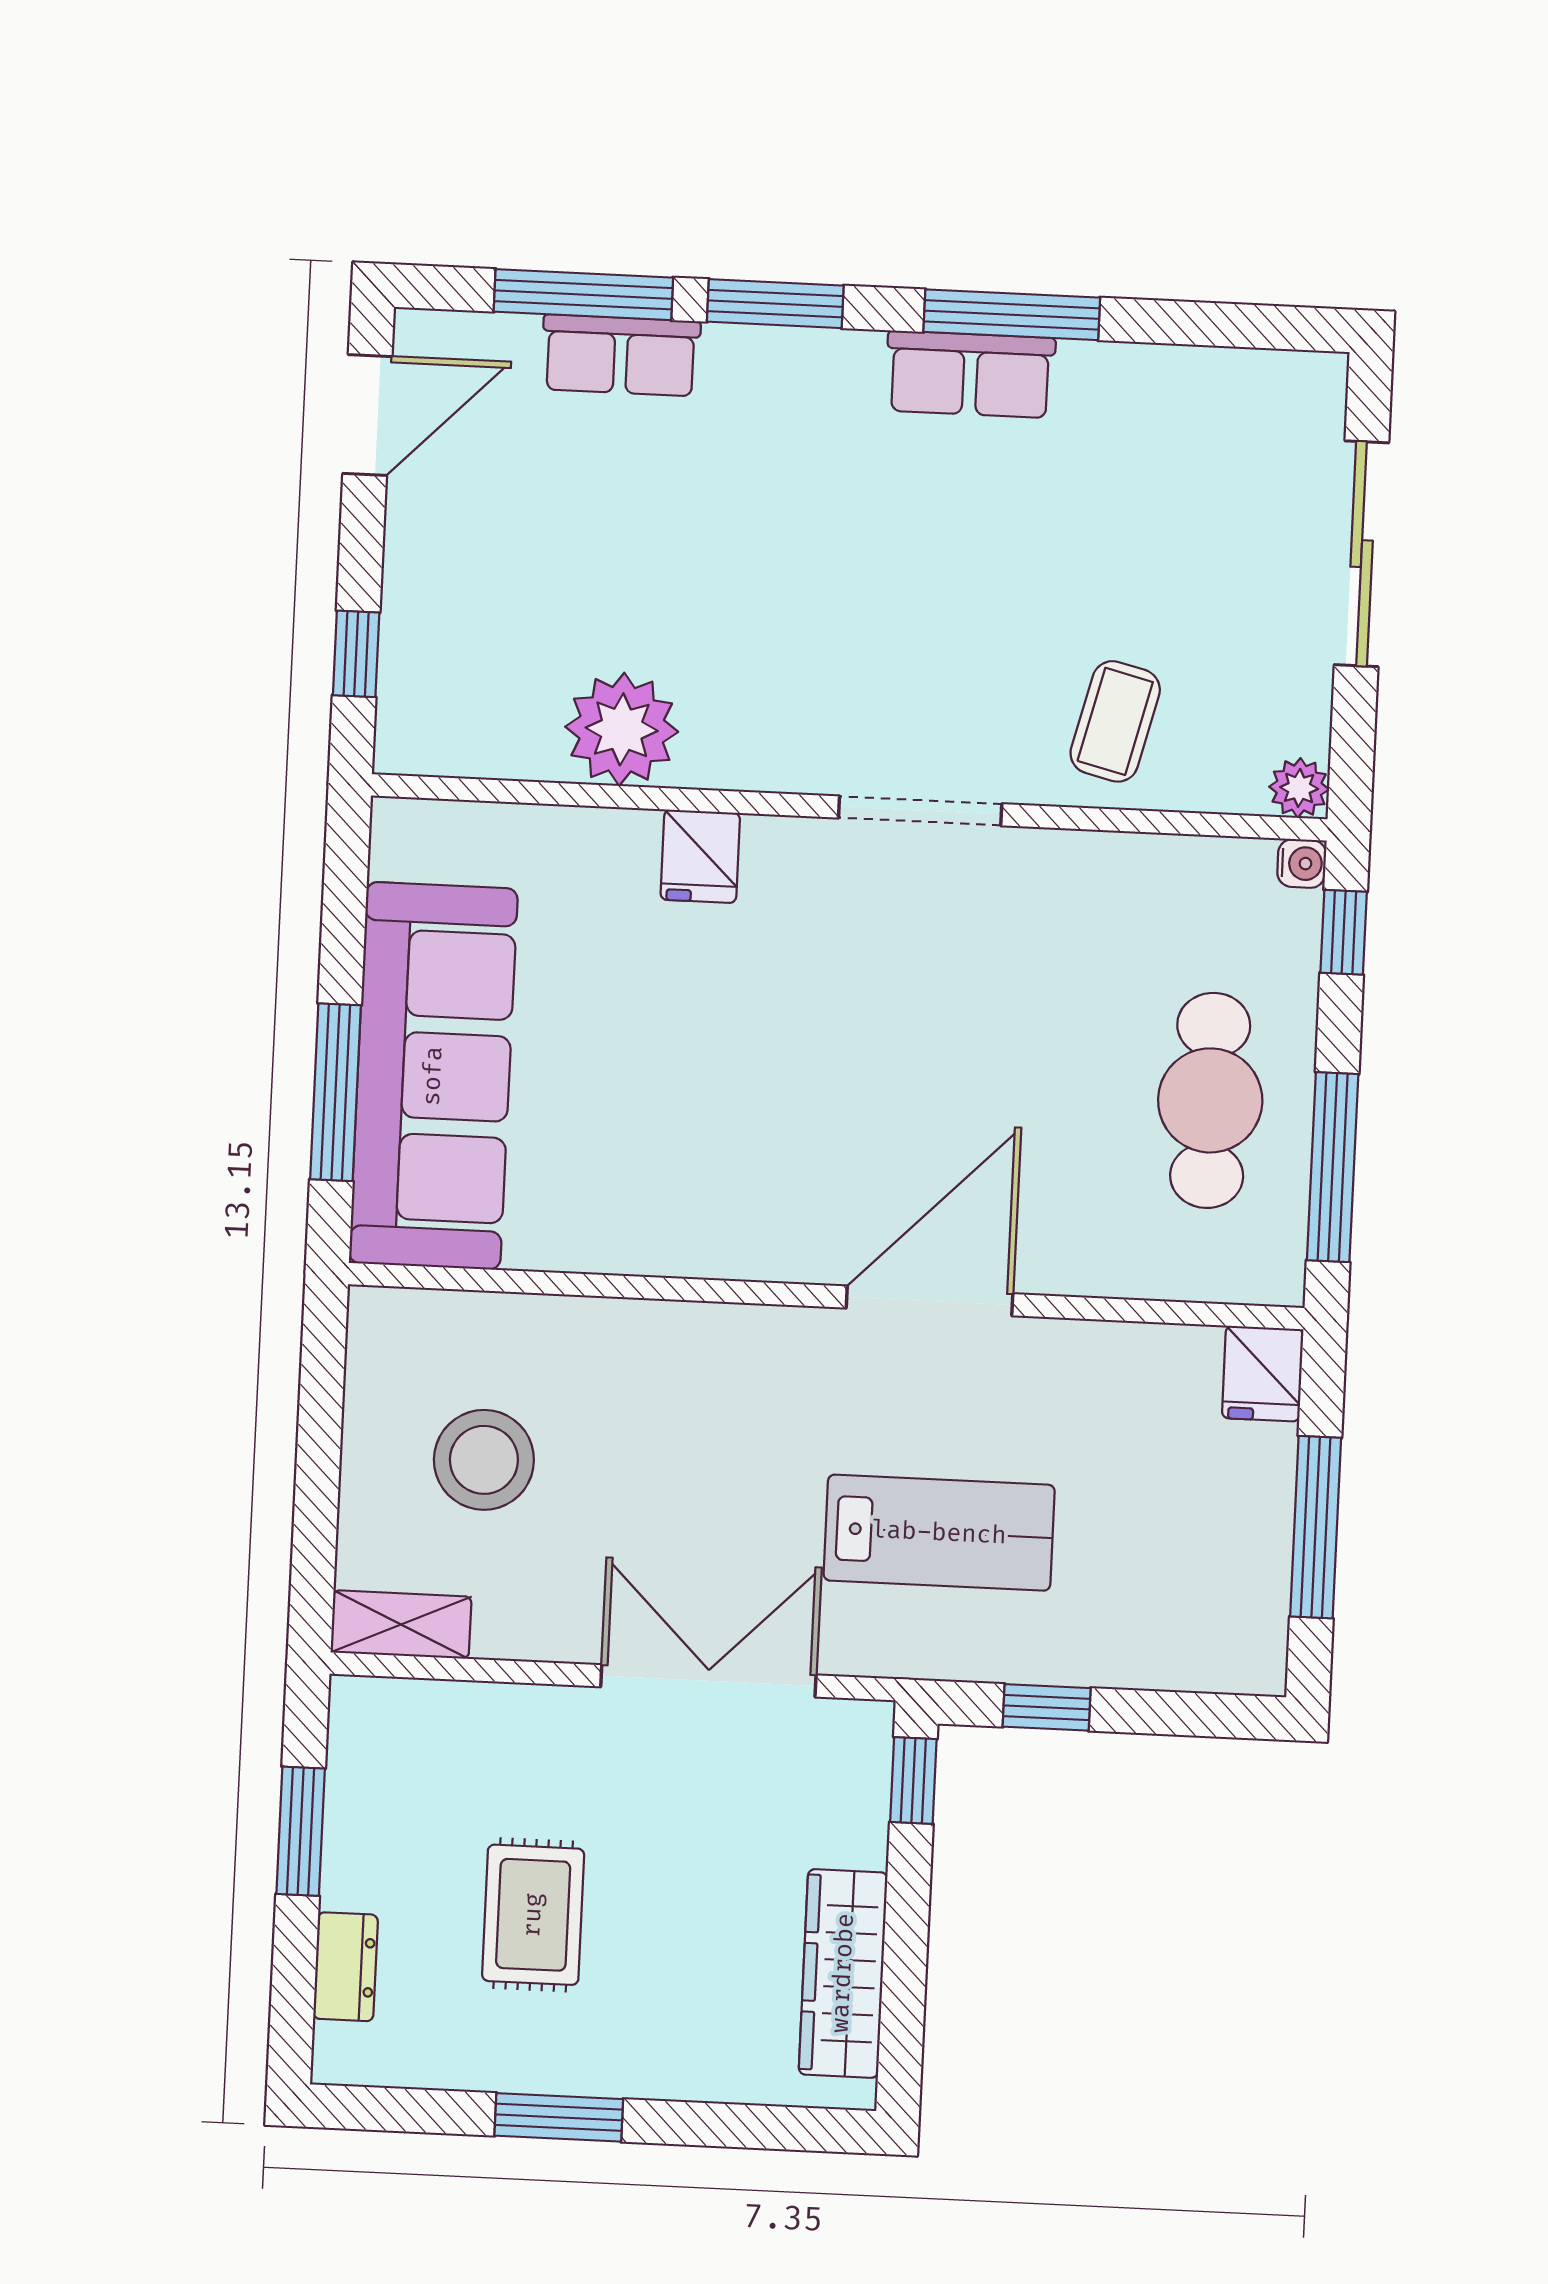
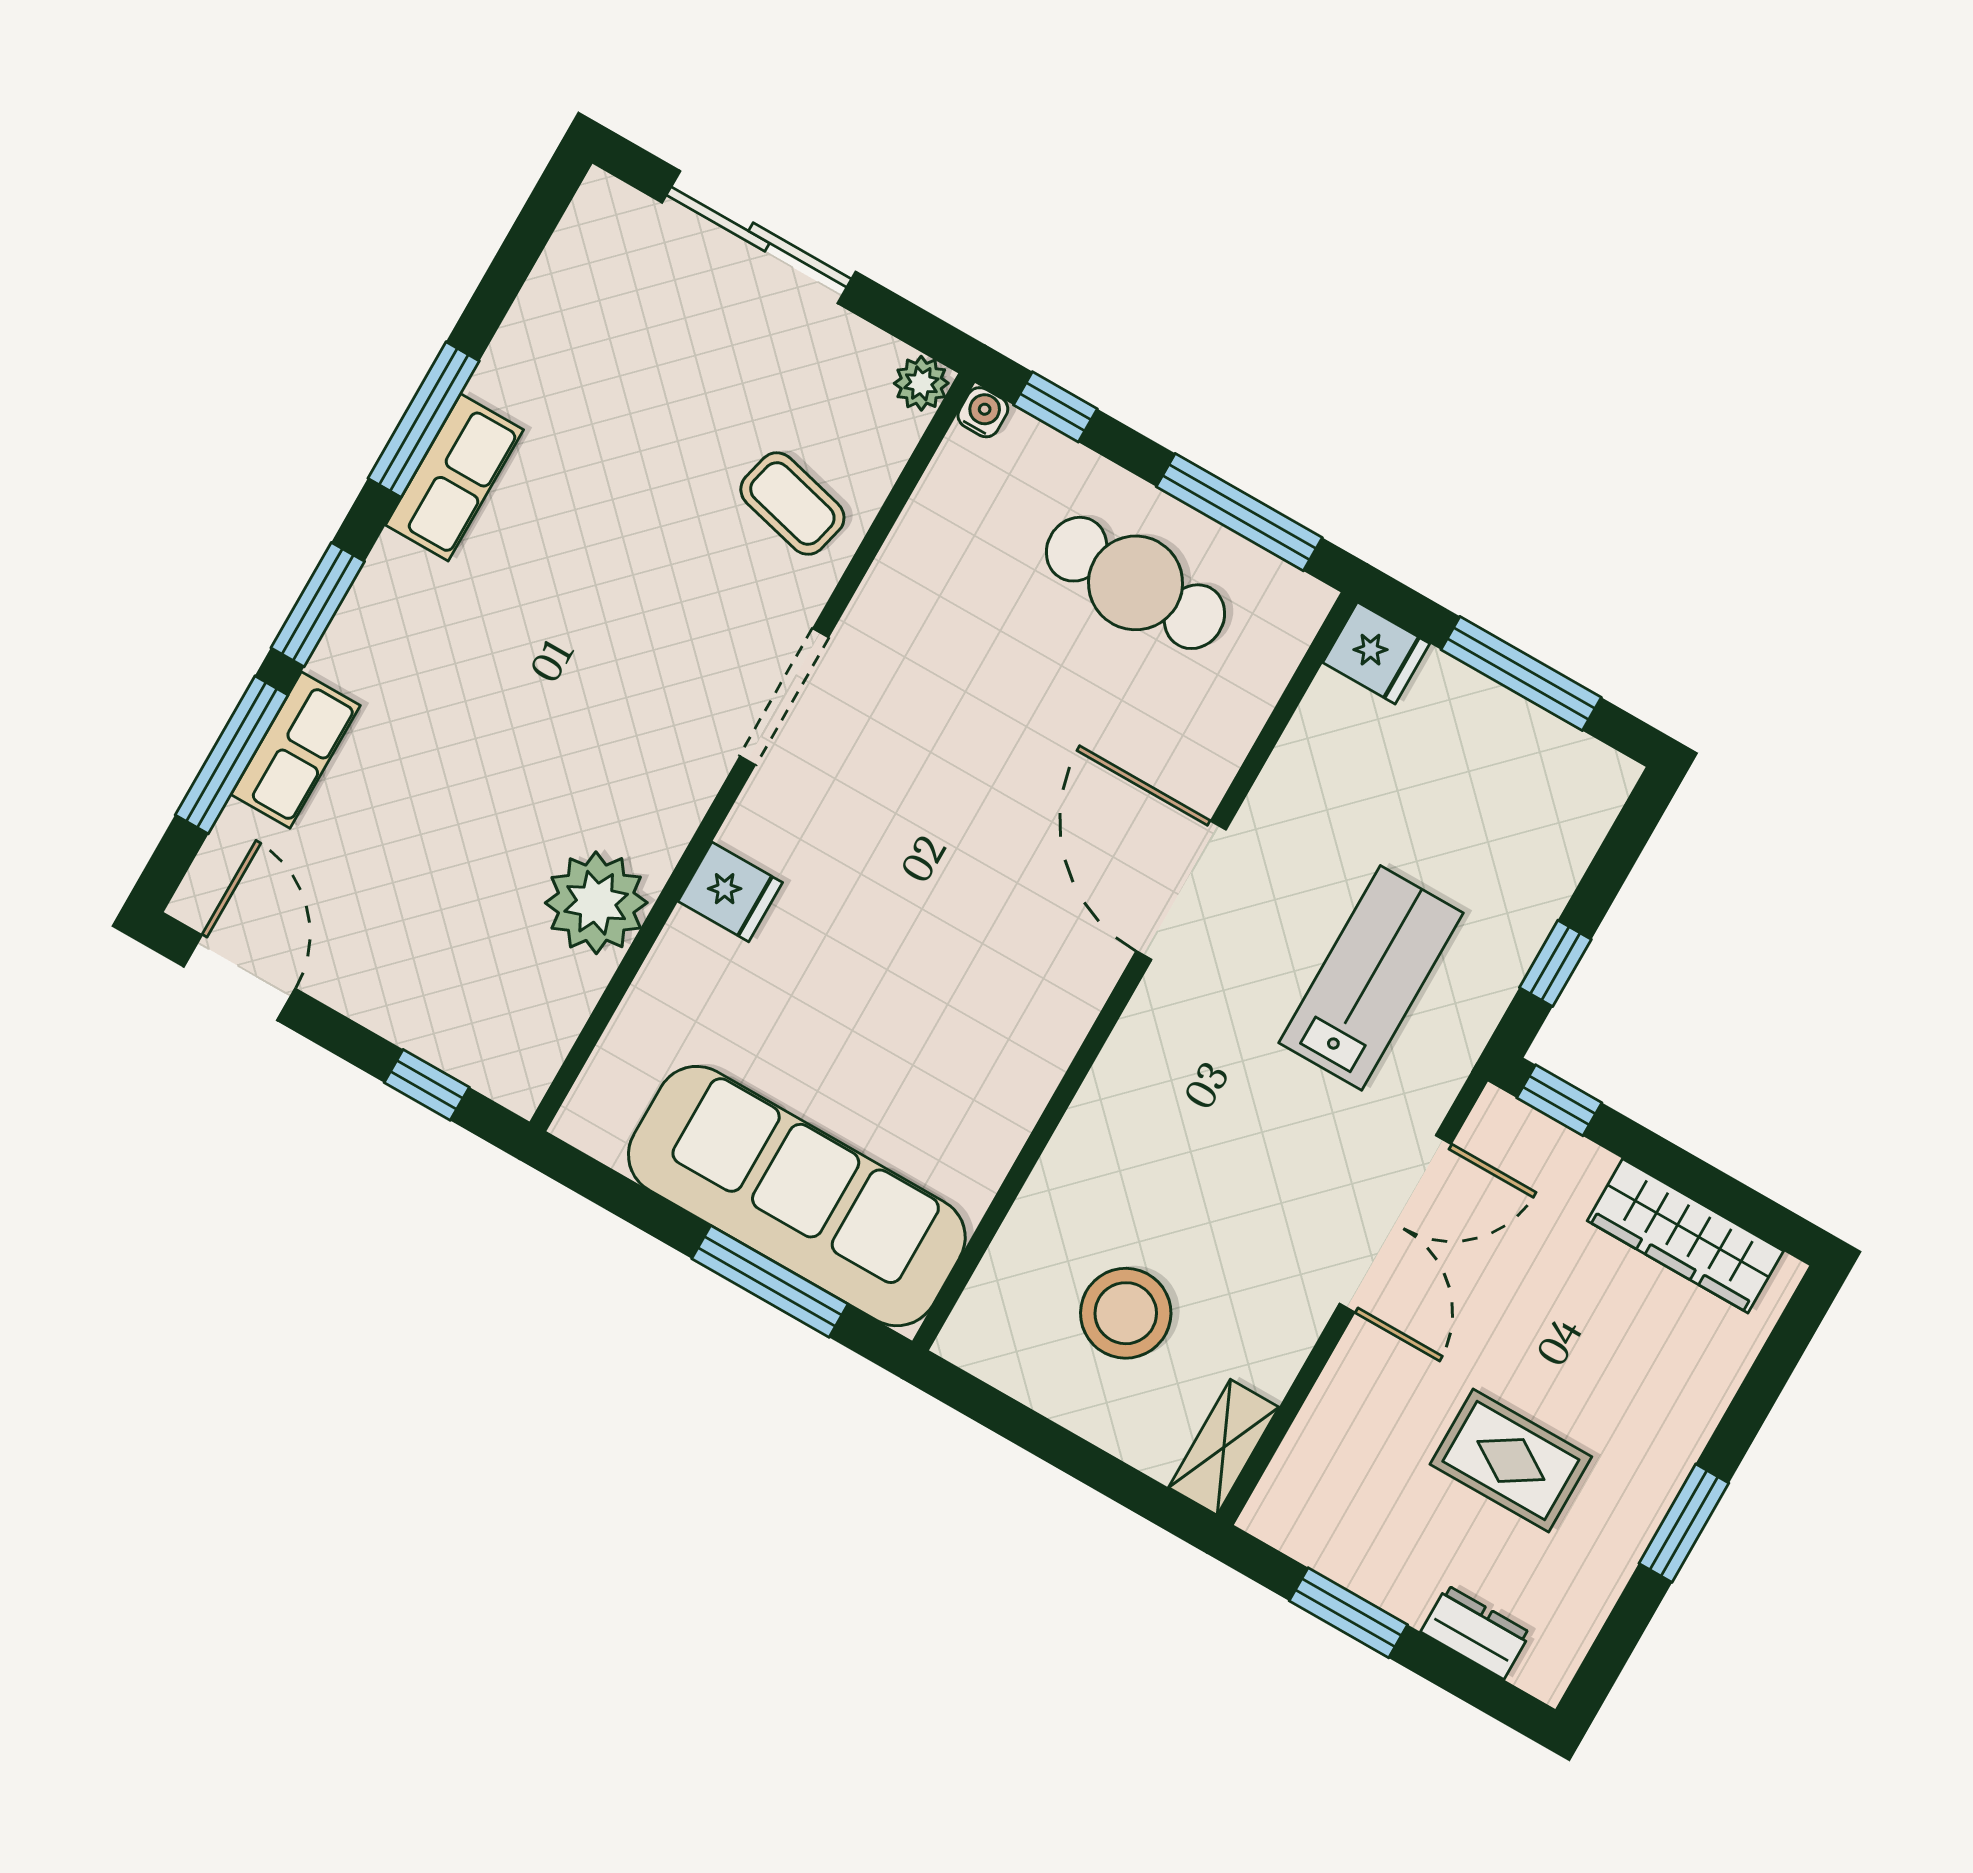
double door: (708, 1681) -> (1395, 1224), swing flipped

